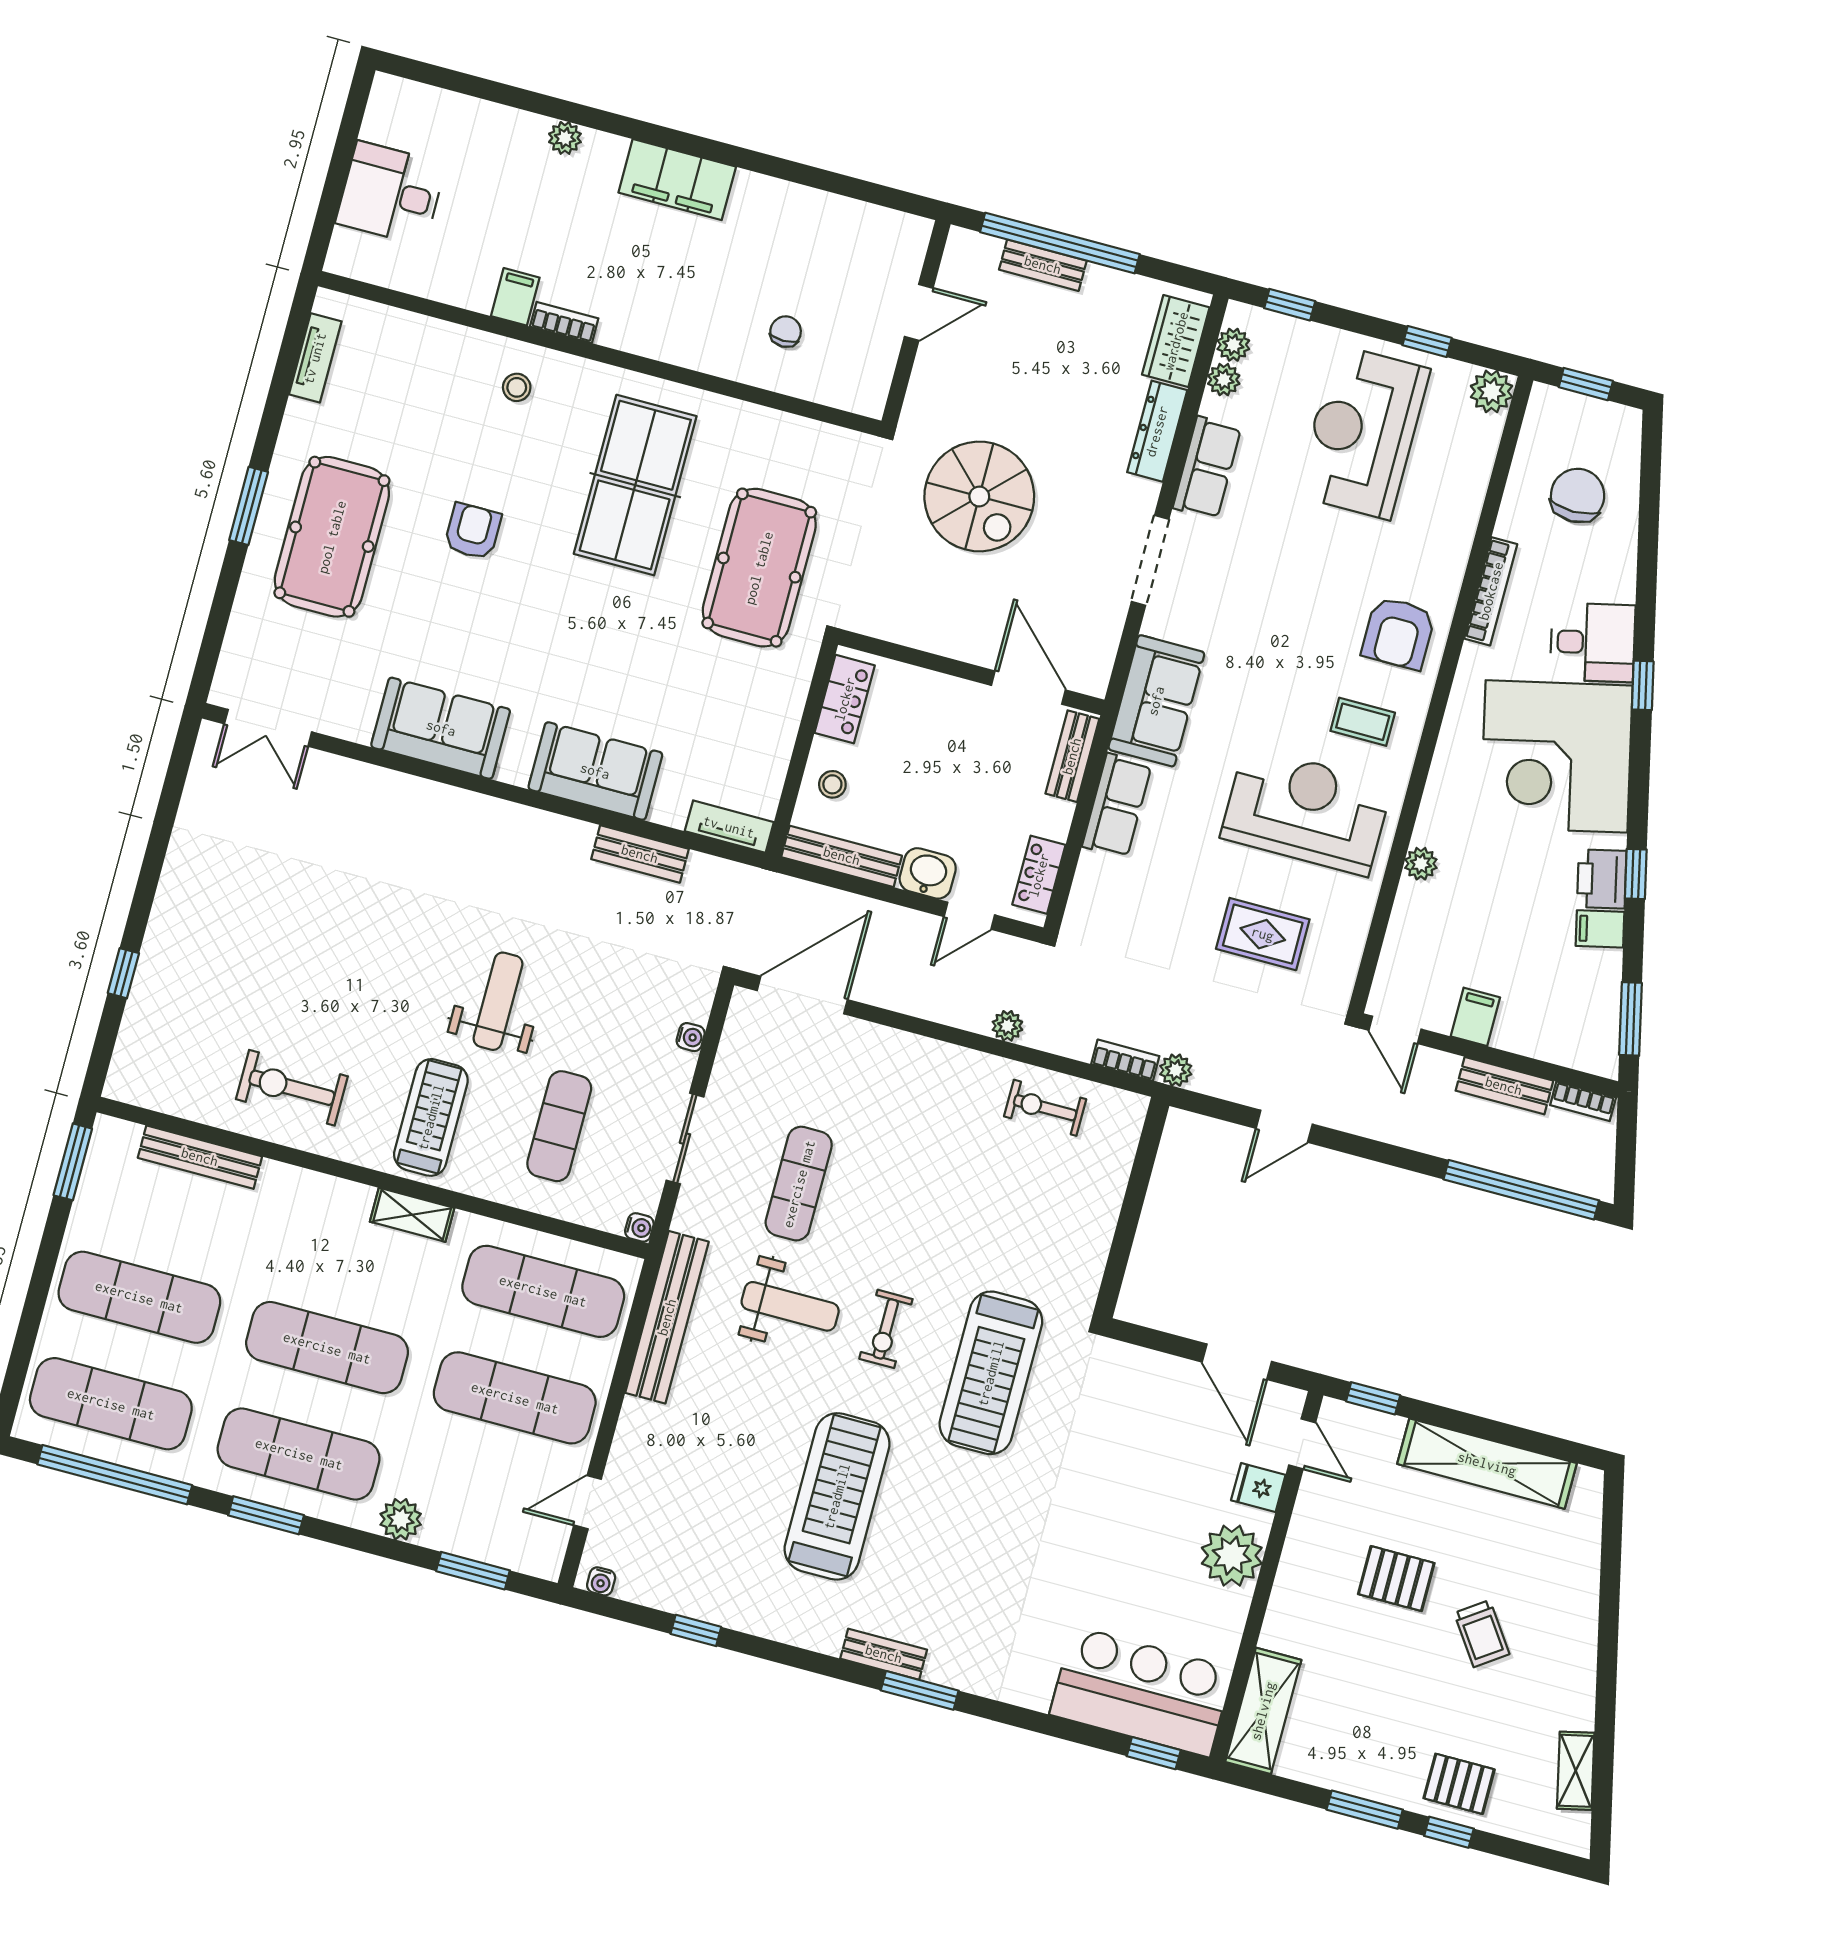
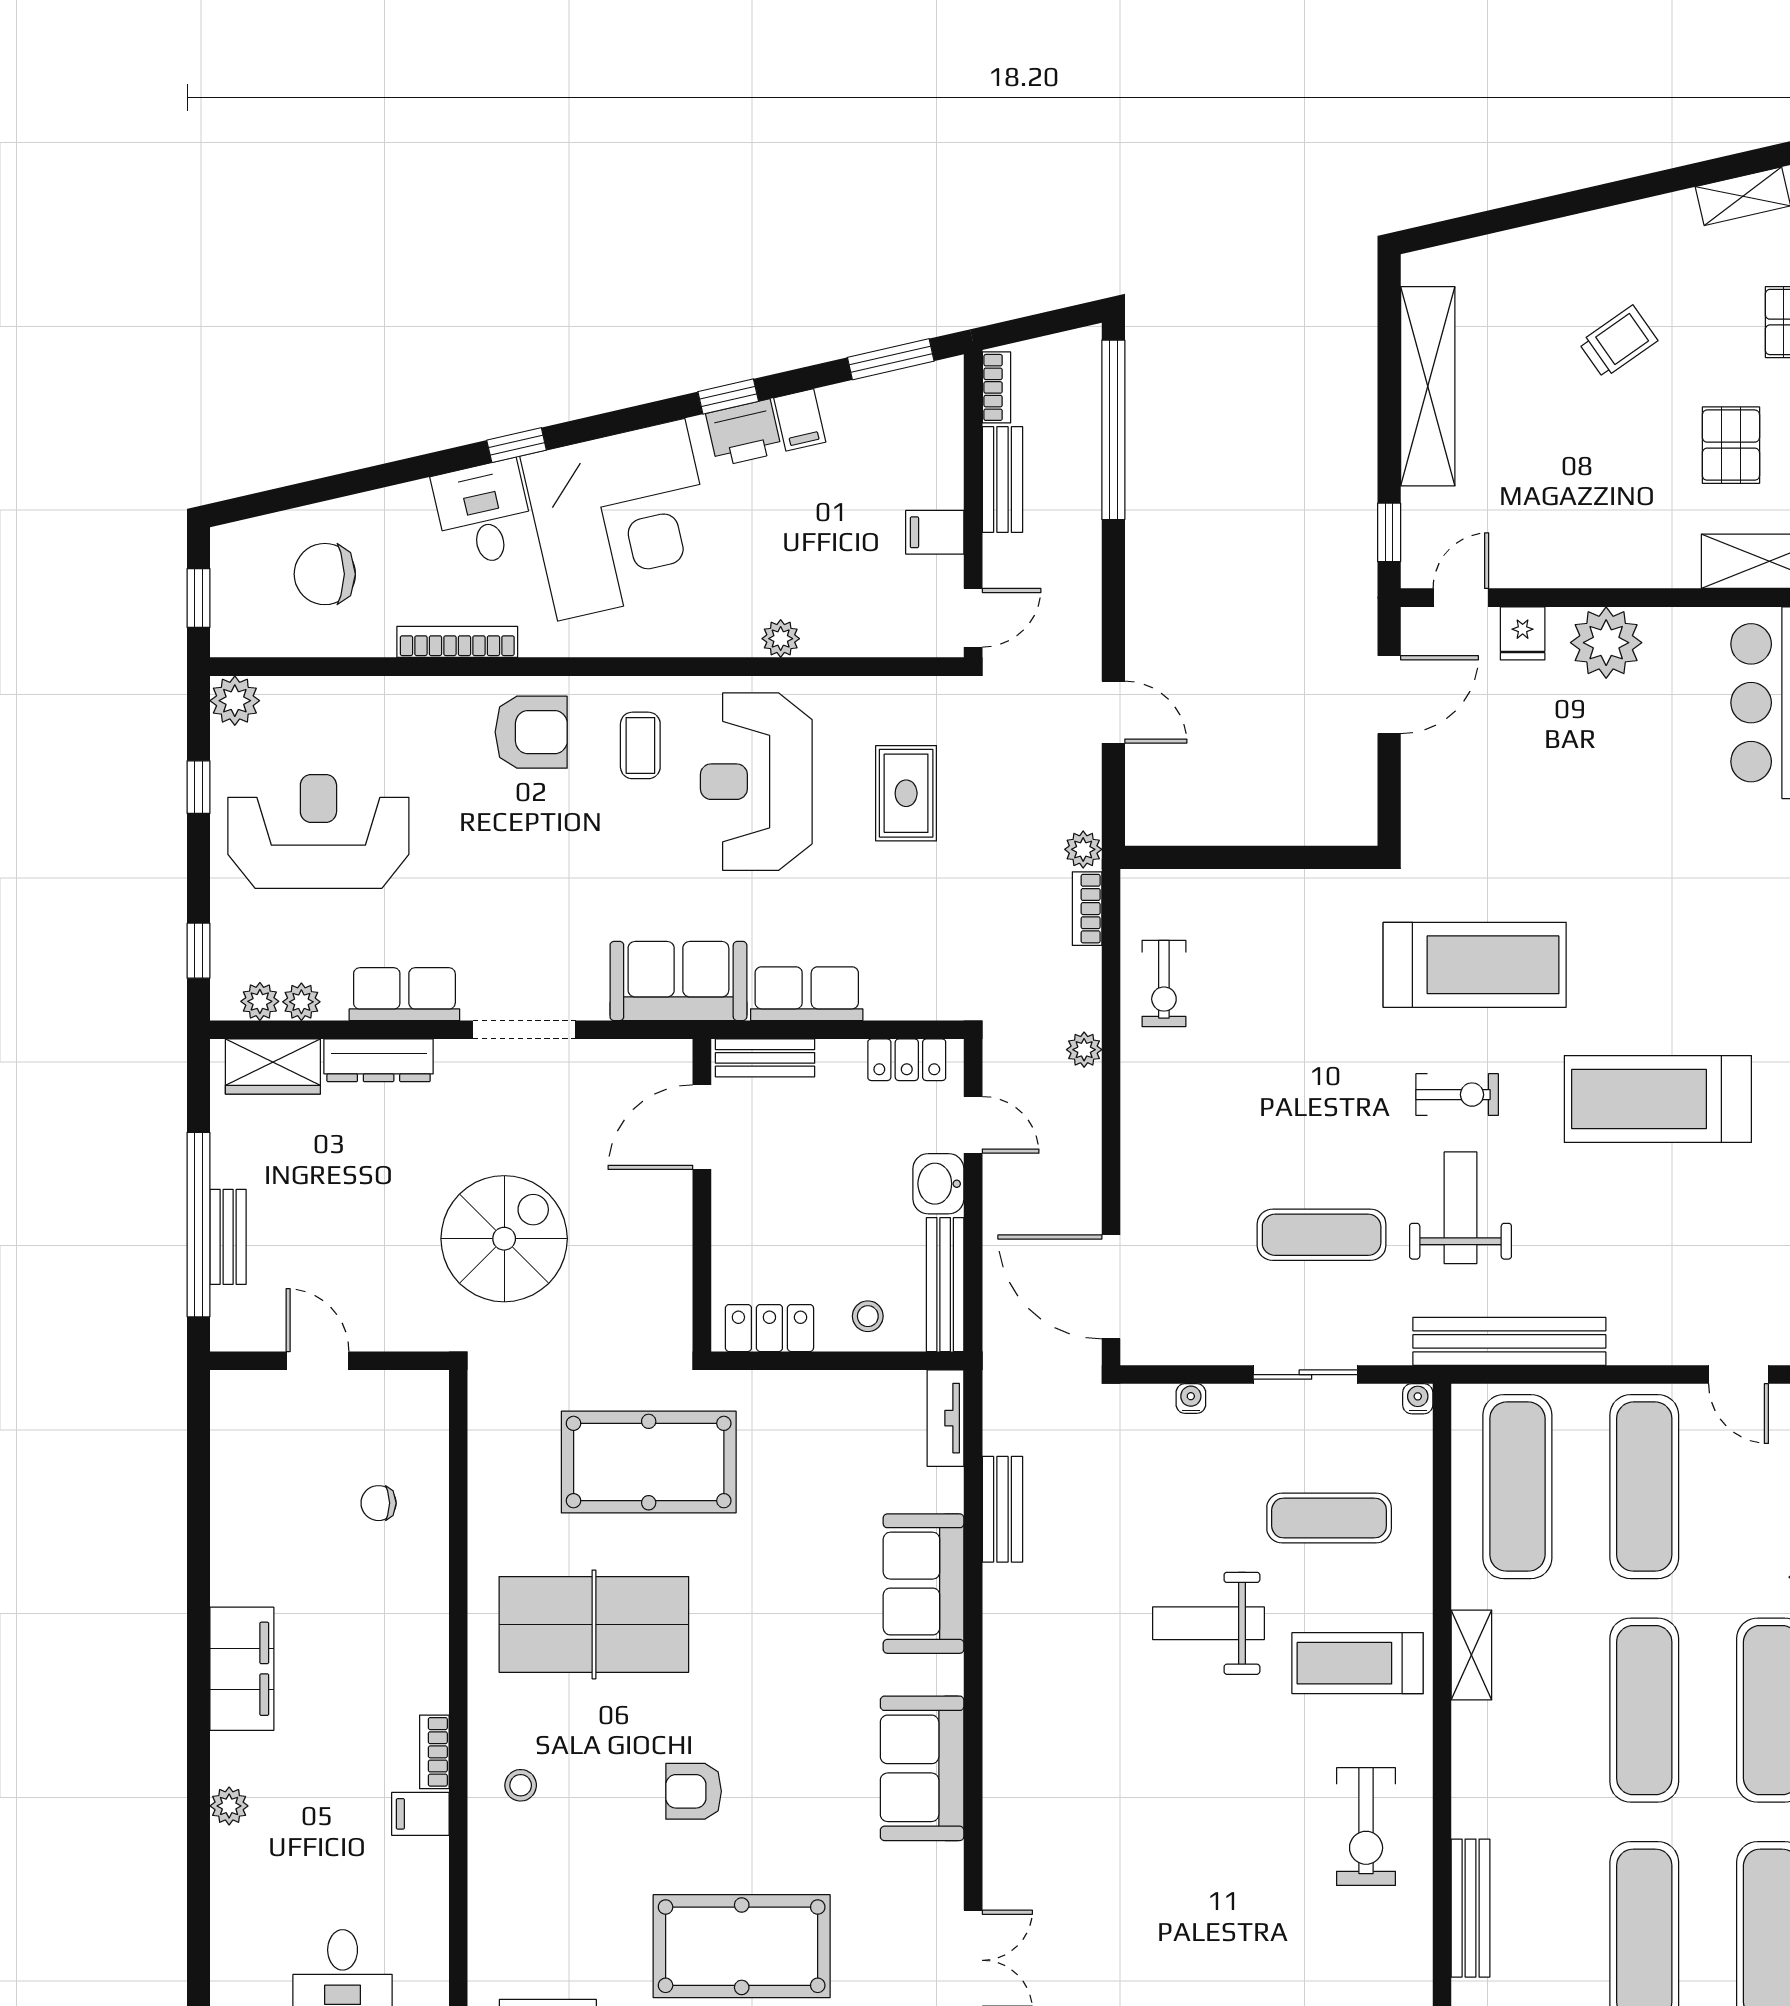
reception desk: (1363, 432) -> (318, 832), turned 180
pallet: (1396, 1579) -> (1731, 445), moved

